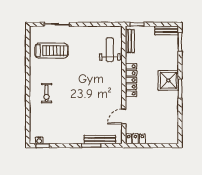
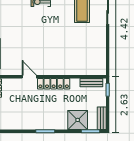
weight bench: (110, 50) -> (83, 63), removed
shower: (168, 80) -> (78, 120), moved
door: (124, 116) -> (29, 77), moved

